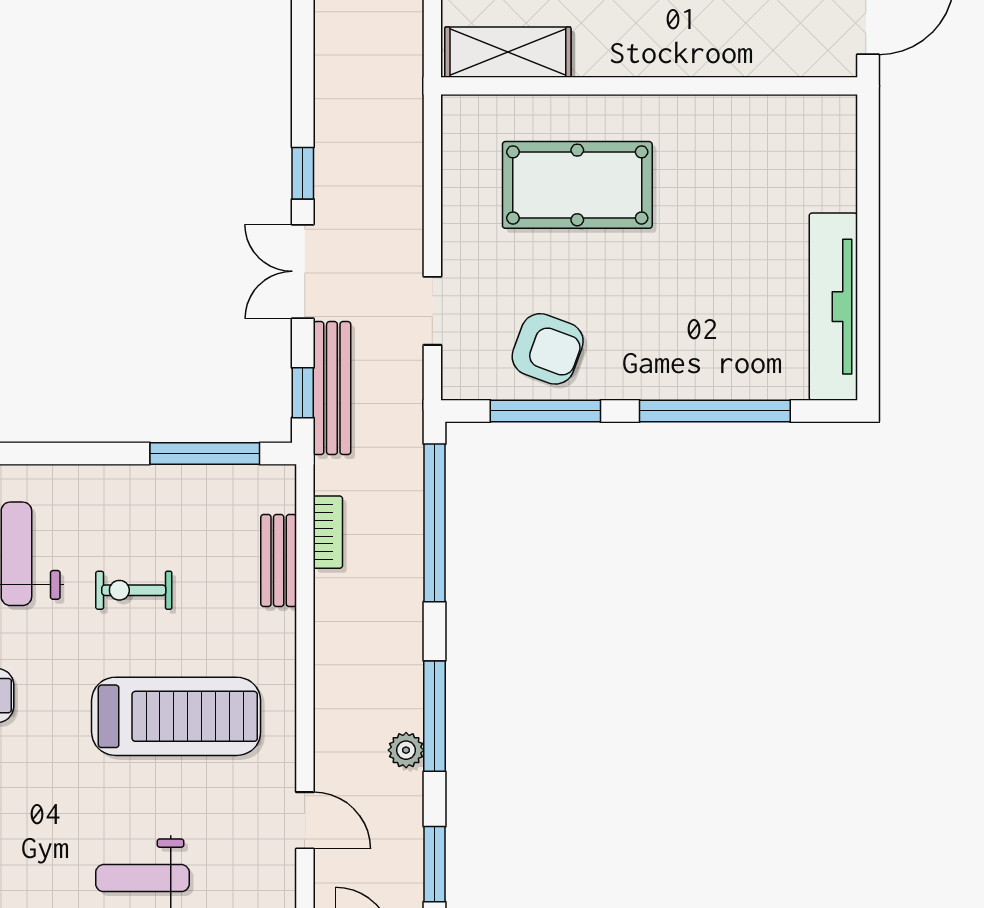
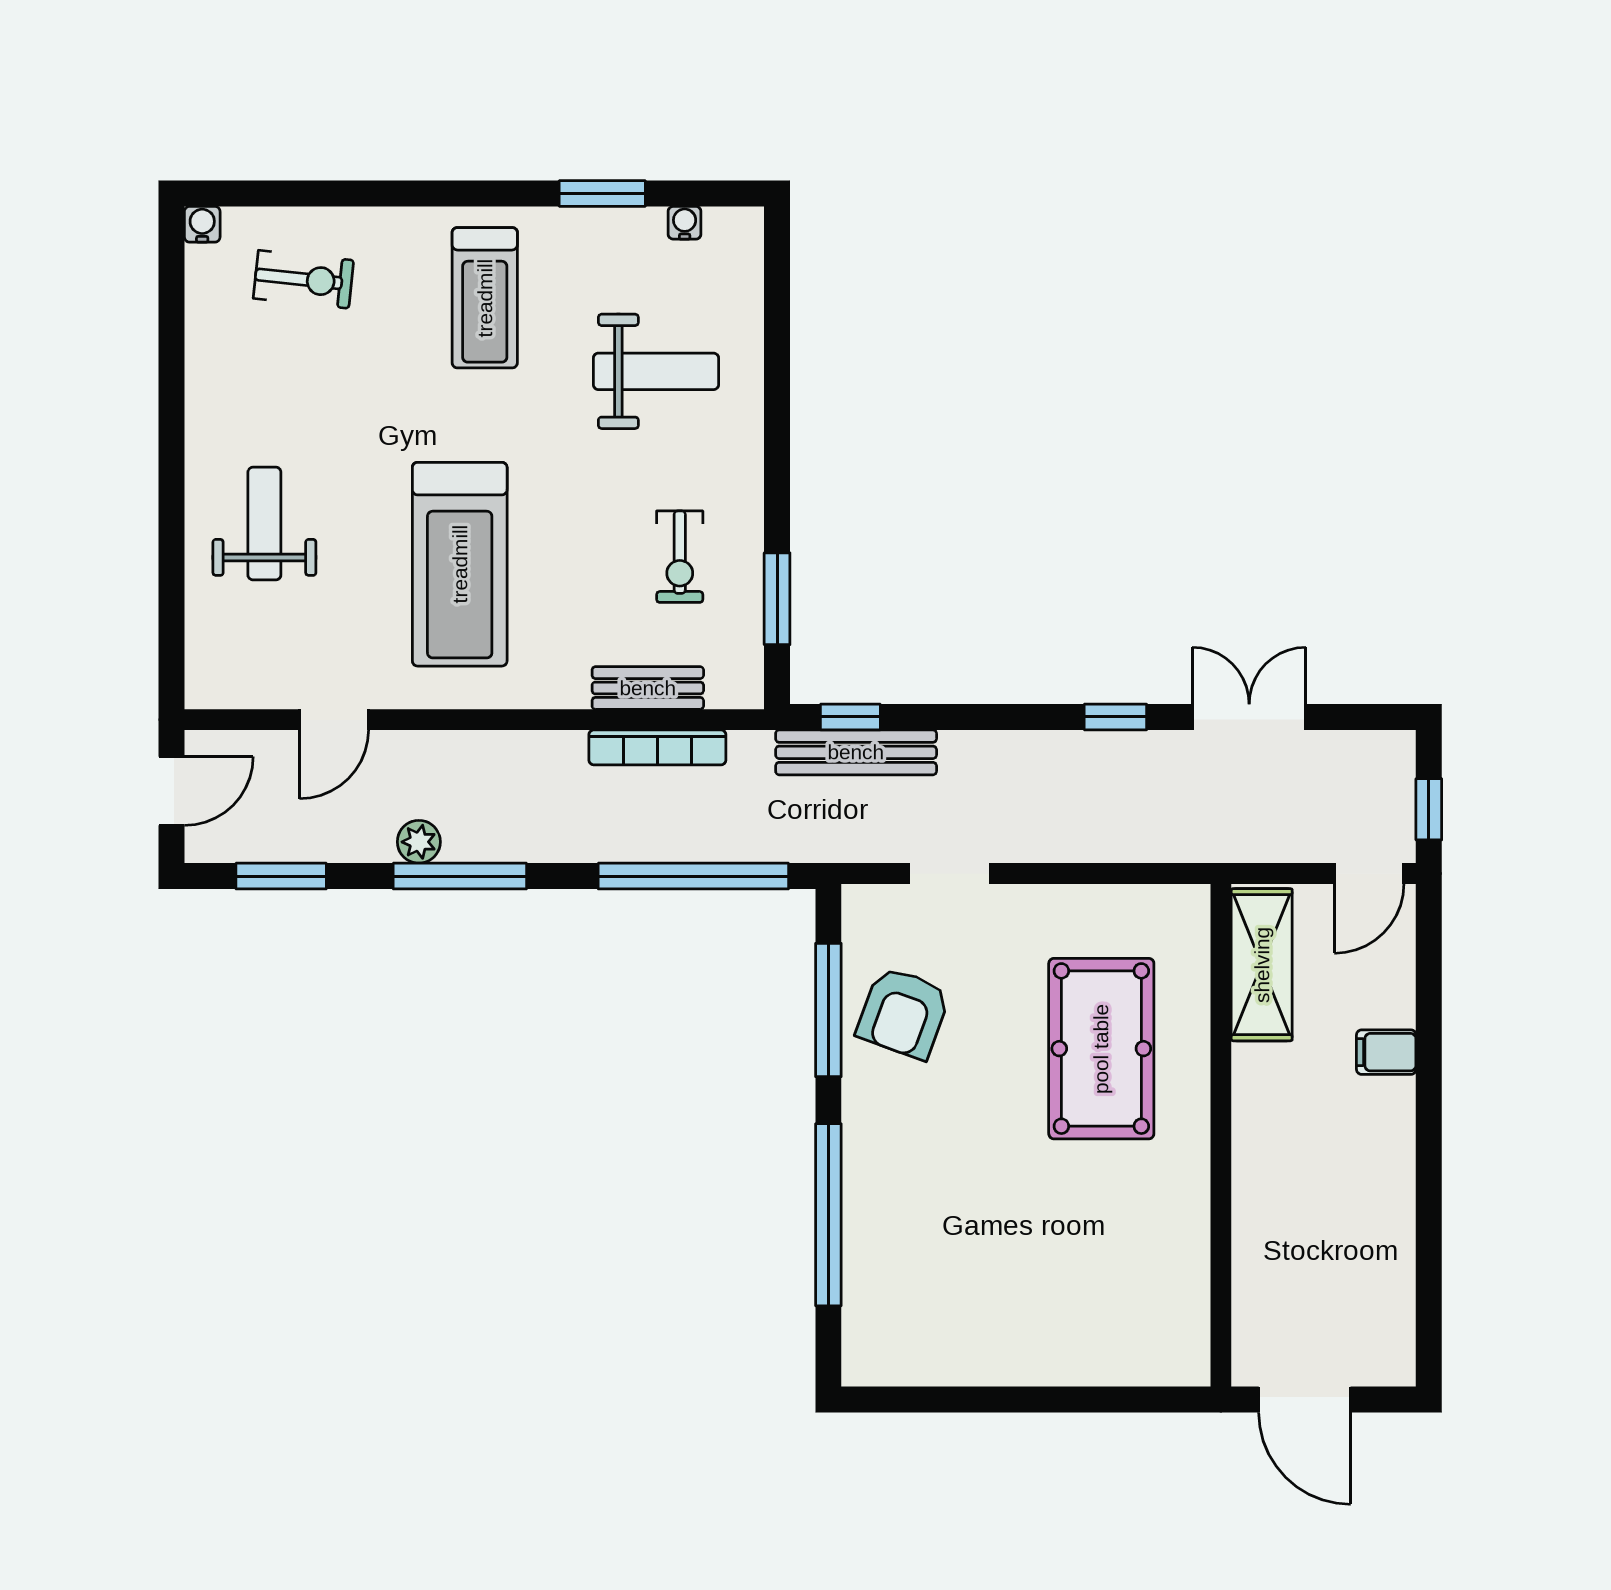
double door: (303, 271) -> (1249, 717), moved
tv unit: (833, 307) -> (954, 1358), removed
window: (205, 453) -> (777, 599), width x0.69
bookcase: (328, 532) -> (657, 747), width x1.56
exercise bike: (134, 590) -> (680, 557), moved, turned 180

